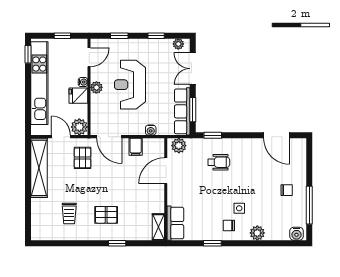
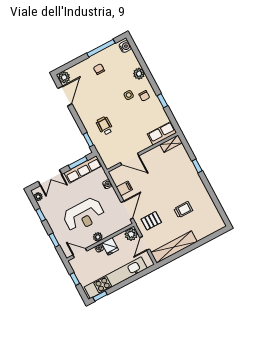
plant: (179, 146) -> (64, 77), moved
trolley: (69, 213) -> (183, 210), moved
pallet: (106, 215) -> (182, 184), removed

